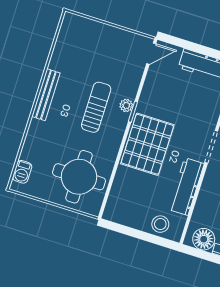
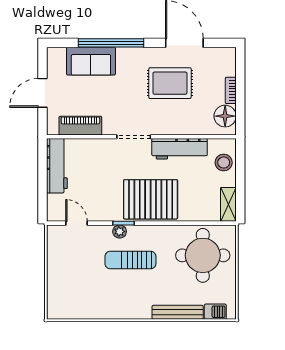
door: (151, 54) -> (76, 223), moved
bench: (46, 95) -> (178, 312), moved
shelving: (119, 216) -> (228, 204), added

